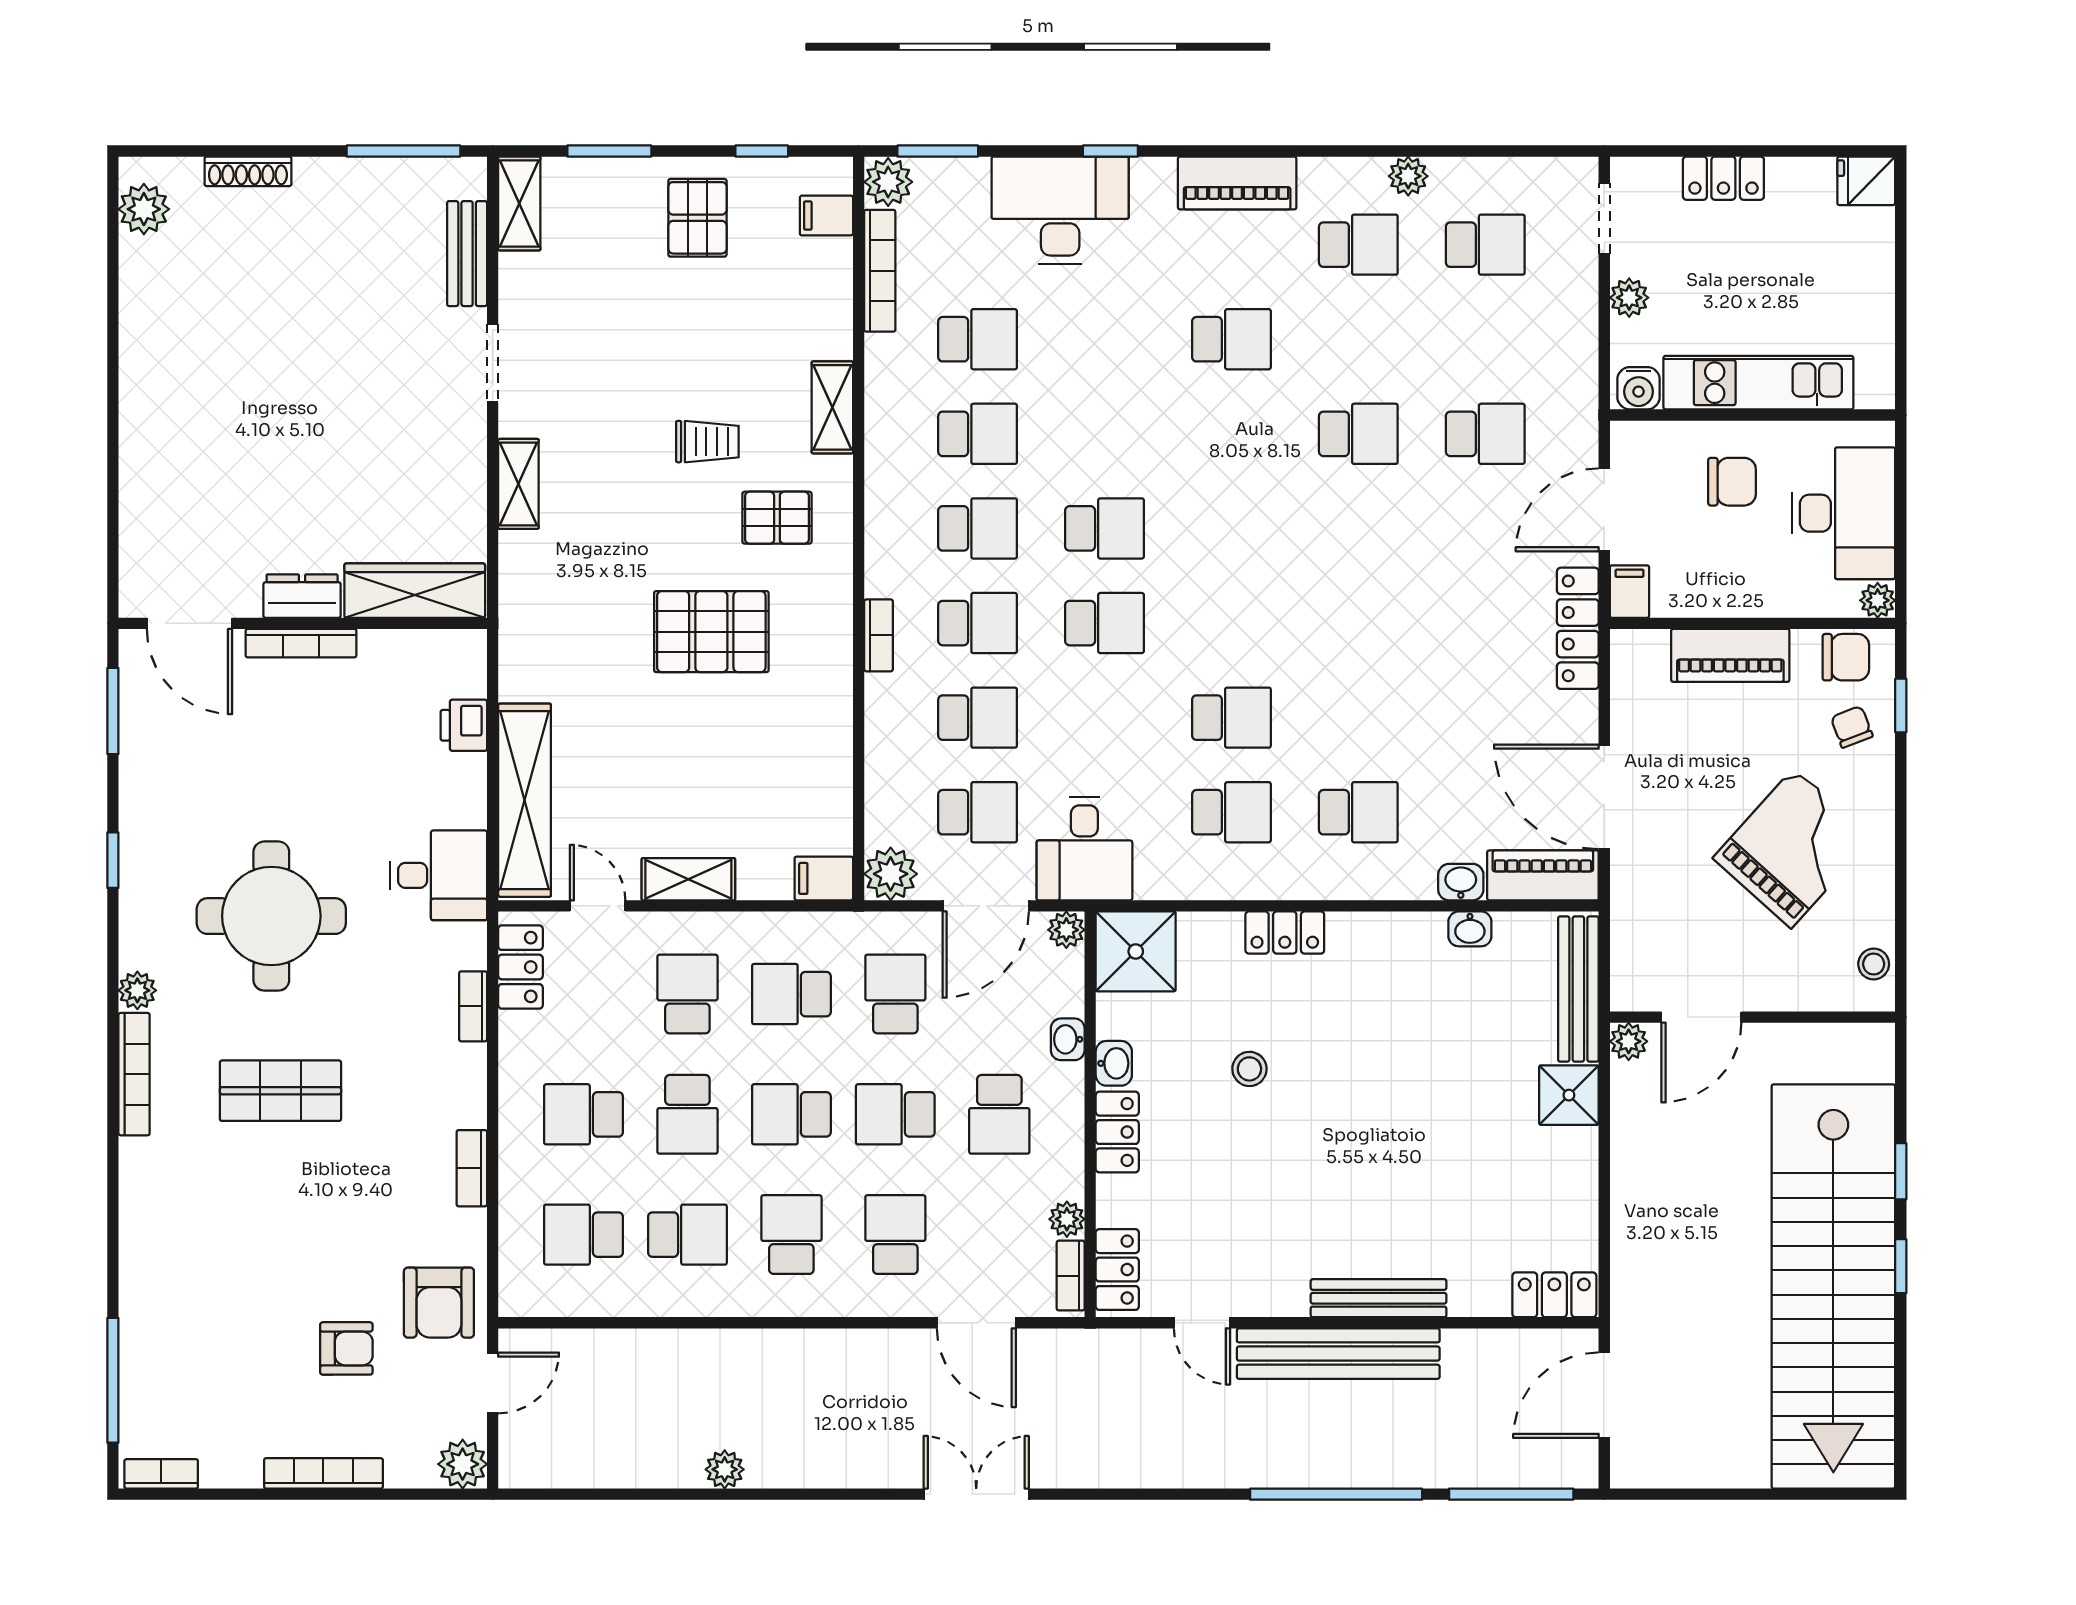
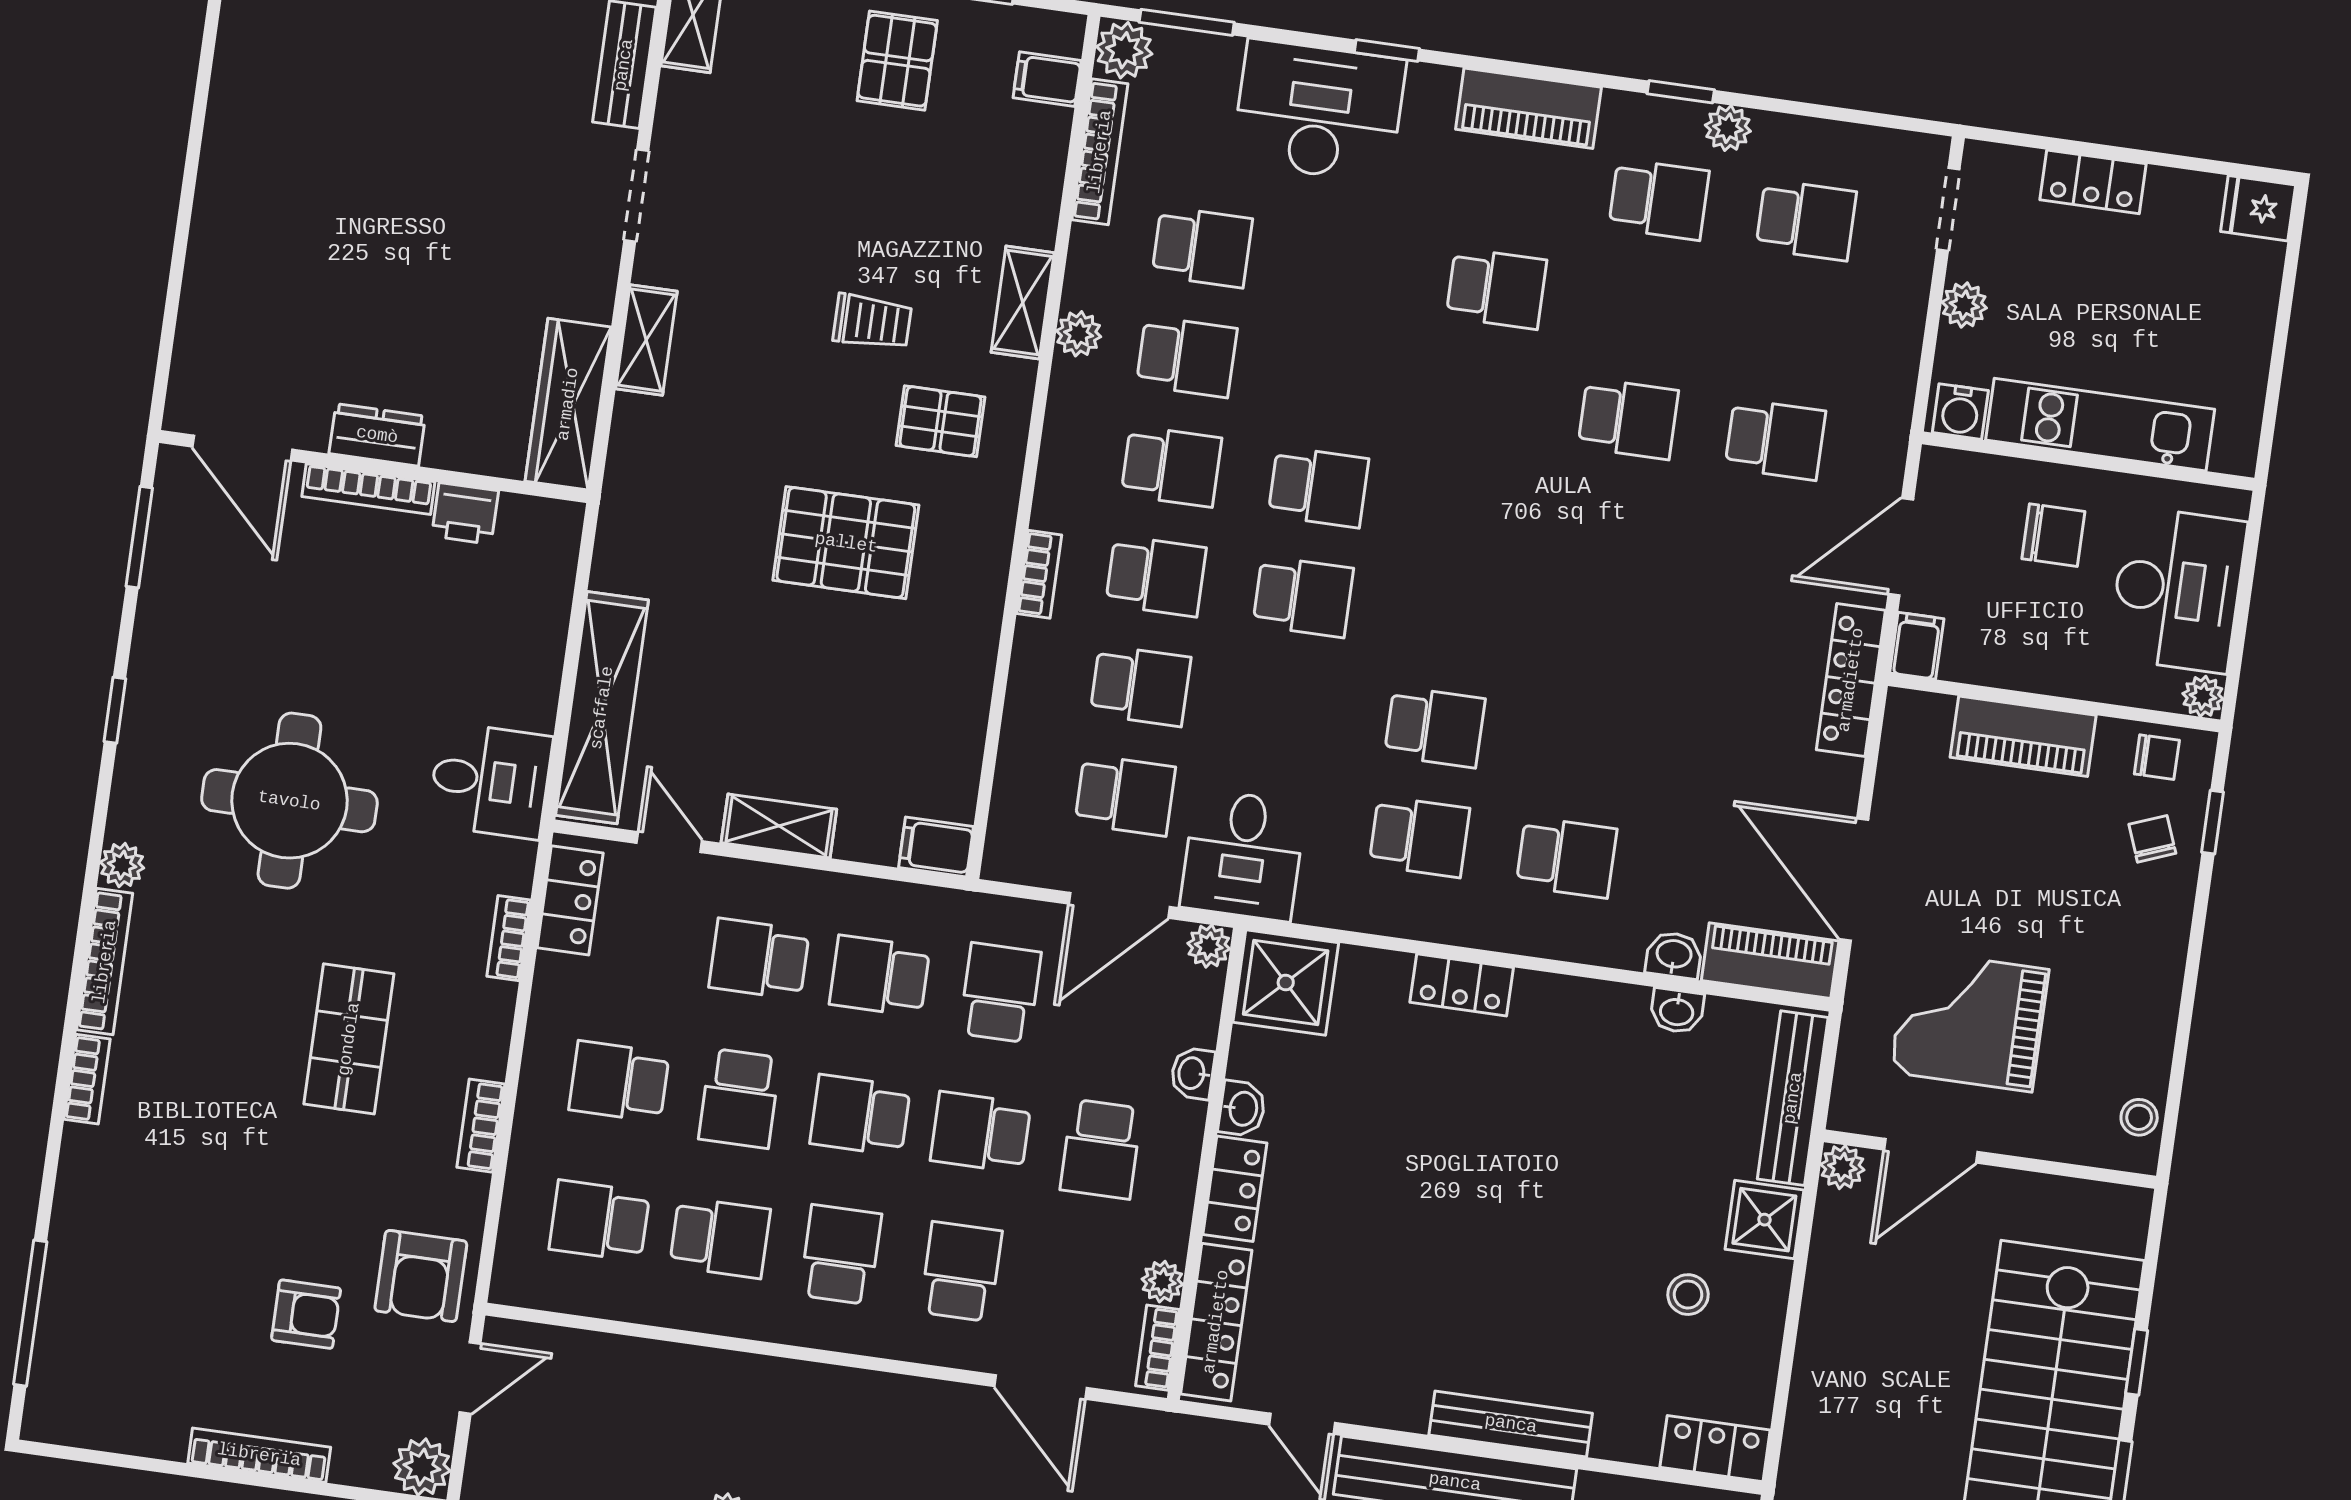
window: (1364, 151) -> (1681, 92), added
wardrobe: (415, 591) -> (568, 404), moved, turned -90
chair: (1846, 657) -> (2157, 757), width x0.73, depth x0.73
printer: (464, 725) -> (465, 513), moved, turned -90
grand piano: (1793, 848) -> (1970, 1021), moved, turned -132
plant: (891, 874) -> (1079, 334), moved, width x0.73, depth x0.73
school desk: (687, 994) -> (759, 959), turned -90
stool: (1249, 1069) -> (1688, 1295), moved
shop shelf: (280, 1091) -> (349, 1039), moved, turned 90
locker: (1117, 1270) -> (1216, 1322), width x1.53
bookcase: (161, 1474) -> (87, 1079), moved, turned 90

